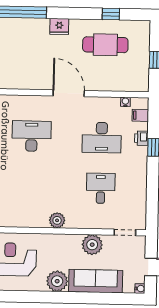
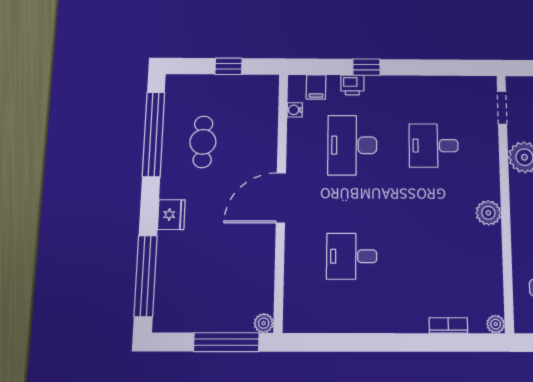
window: (111, 14) -> (154, 134), width x3.17
cafe table: (105, 45) -> (203, 142), width x0.73, depth x0.74
desk: (32, 136) -> (352, 256), width x0.73
desk: (102, 138) -> (352, 145), turned 180

